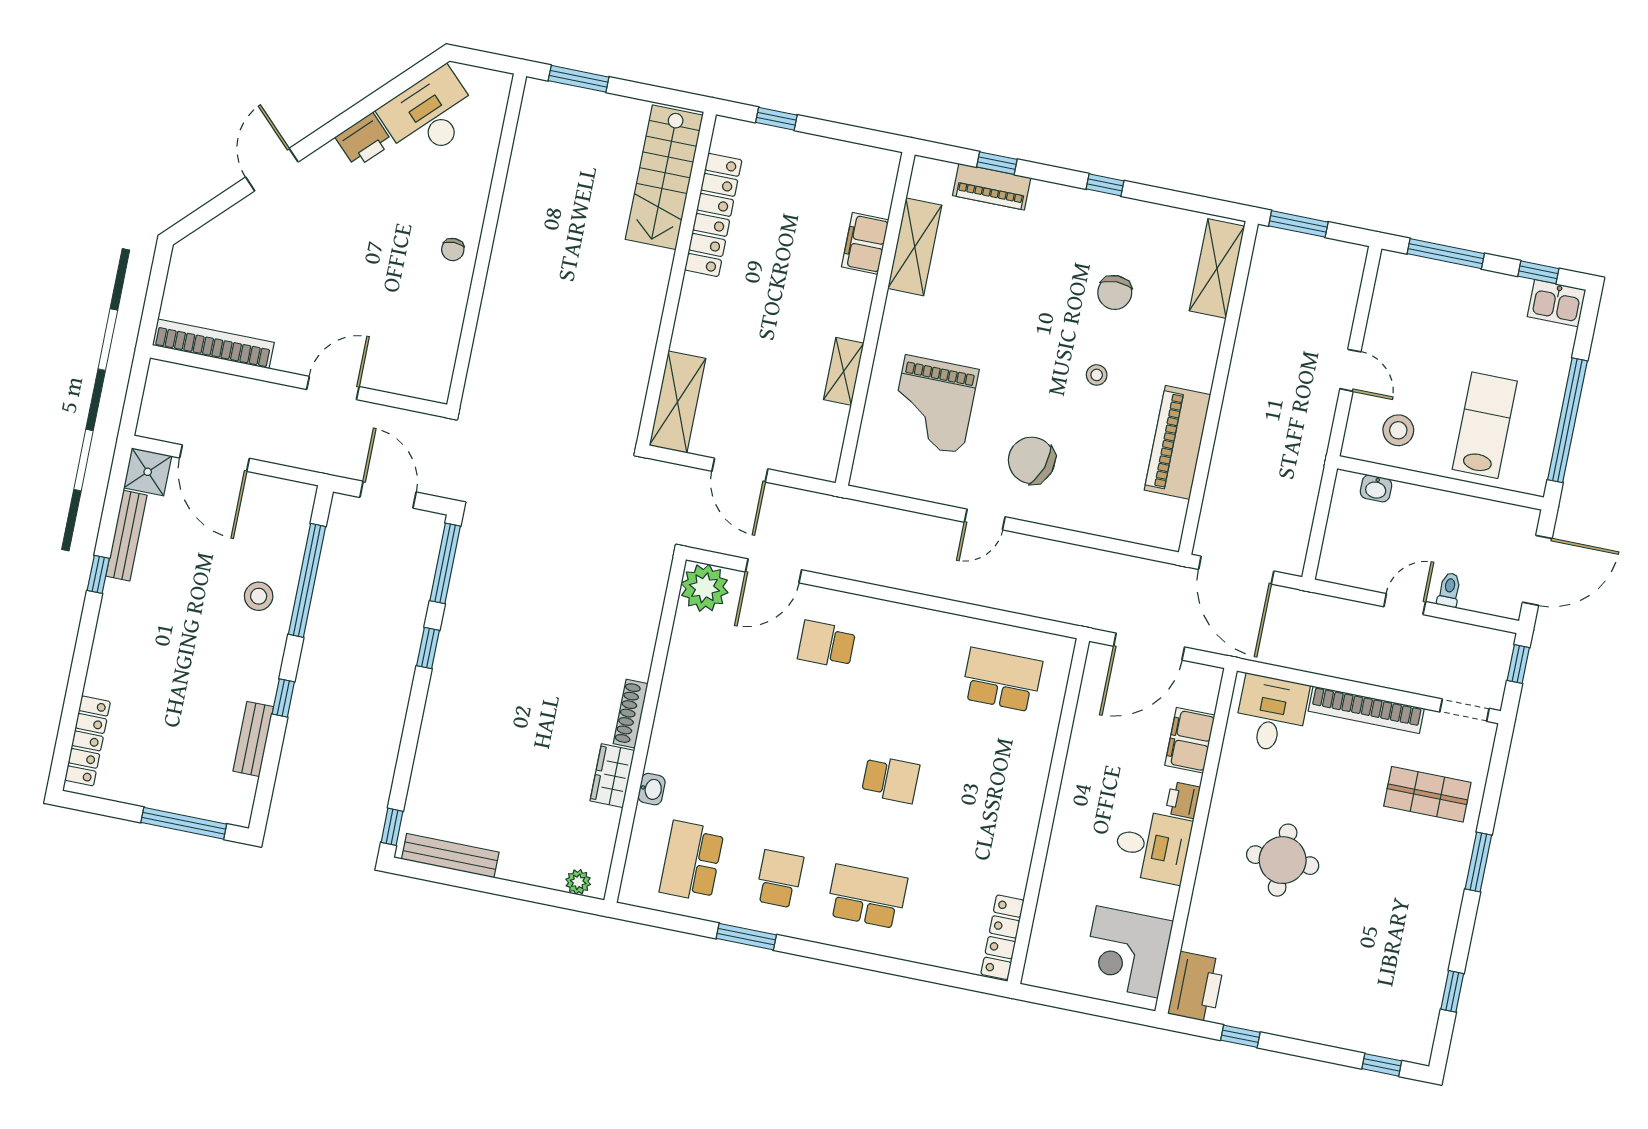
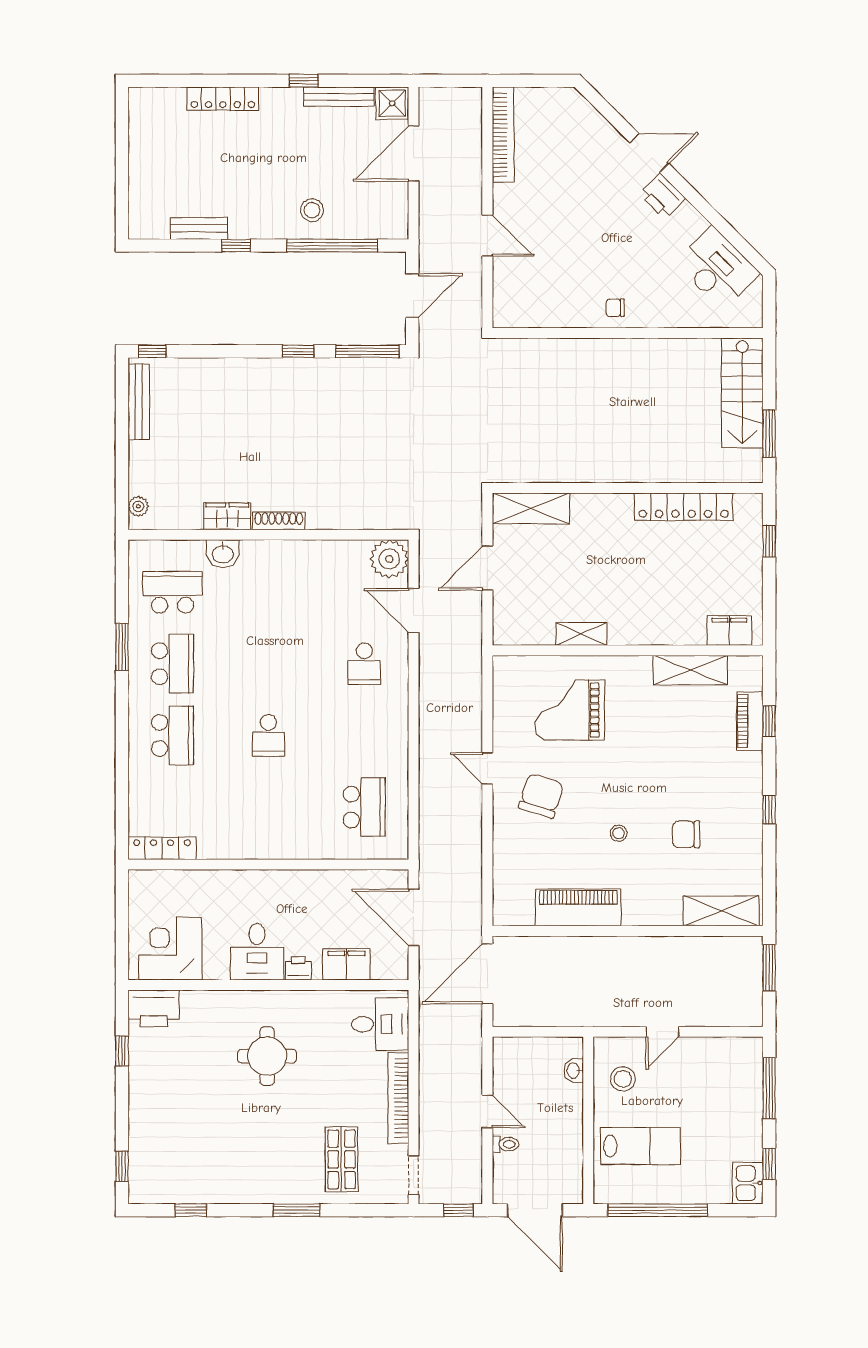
window: (579, 79) -> (769, 434), moved
printer: (364, 140) -> (662, 196), moved
stairs: (664, 177) -> (742, 393), moved, turned -90
filing cabinet: (865, 243) -> (729, 631), moved
school desk: (827, 644) -> (364, 664), turned 180
locker: (88, 741) -> (223, 99), moved
washbasin: (652, 789) -> (223, 554), width x1.38, depth x1.45
window: (184, 823) -> (122, 187), removed
school desk: (779, 879) -> (173, 664), width x1.85

